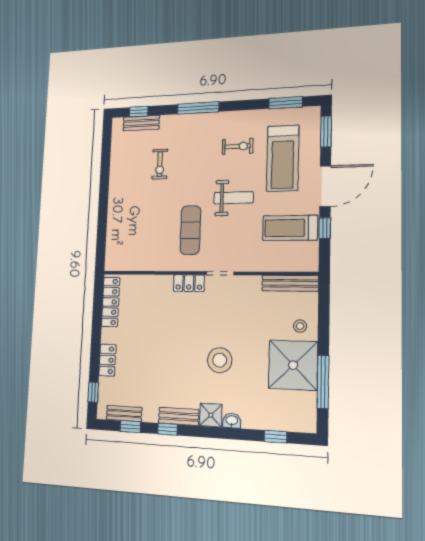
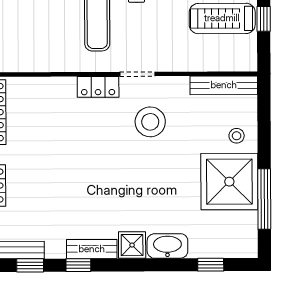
stool: (220, 360) -> (150, 122), moved
washbasin: (232, 421) -> (167, 246), width x1.91, depth x1.45

